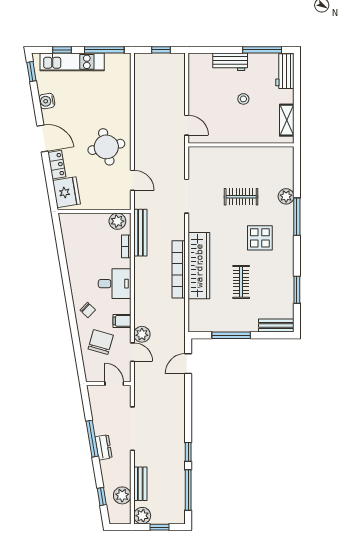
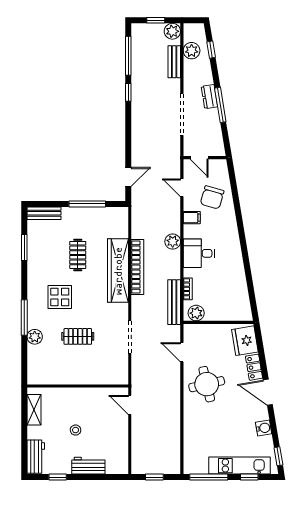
window: (262, 50) -> (58, 477), width x0.46
chair: (88, 310) -> (225, 228), removed
plant: (142, 334) -> (173, 242), moved

